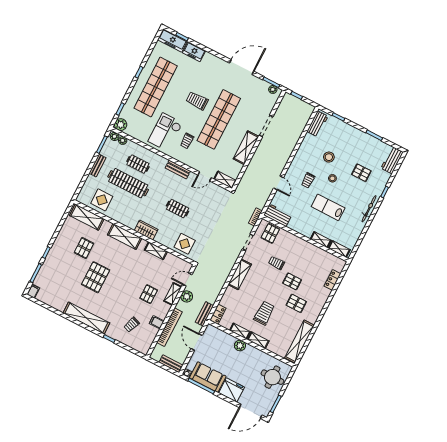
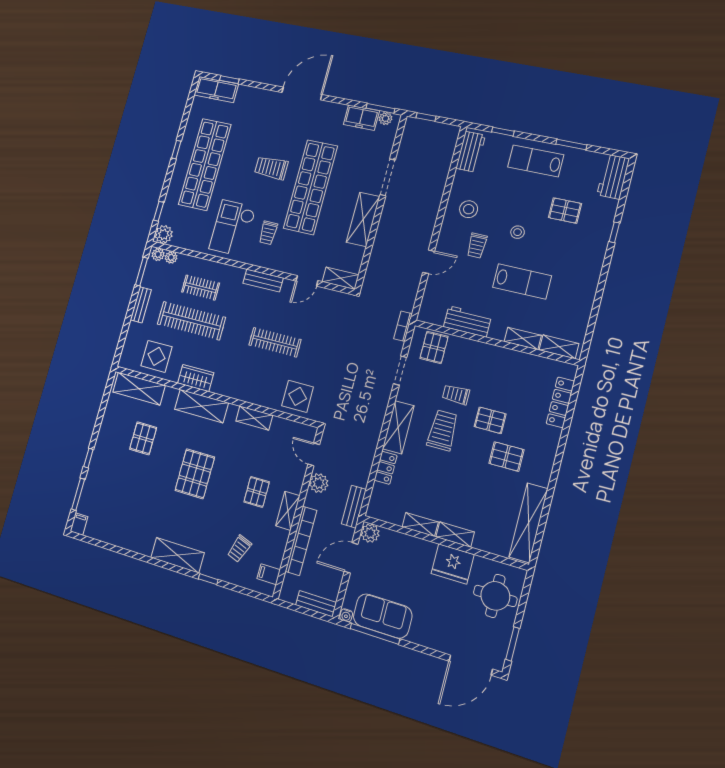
freezer: (194, 52) -> (361, 118), moved
door: (242, 67) -> (302, 93), moved
lab bench: (352, 139) -> (536, 161), added
stool: (329, 157) -> (469, 209), moved
door: (278, 183) -> (429, 262), hinge flipped
lab bench: (328, 207) -> (522, 281), turned 180
clothes rail: (178, 209) -> (275, 342), width x1.36
bicycle: (369, 209) -> (594, 267), removed
workbench: (278, 215) -> (467, 321), moved
wardrobe: (146, 230) -> (196, 378), moved
pallet: (96, 277) -> (195, 474), moved
door: (187, 279) -> (314, 454), hinge flipped
locker: (332, 280) -> (560, 402), width x1.53
shelving: (173, 294) -> (288, 511), moved
trolley: (264, 313) -> (443, 430), moved
locker: (218, 314) -> (386, 468), moved
shelving: (86, 318) -> (177, 555), width x0.68
filing cabinet: (157, 322) -> (269, 574), moved
door: (197, 342) -> (351, 558), hinge flipped
plant: (240, 346) -> (370, 533), moved
fridge: (232, 390) -> (453, 564), moved, turned 180

